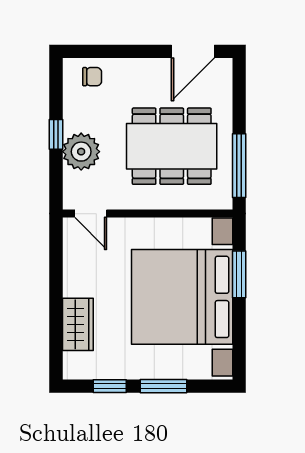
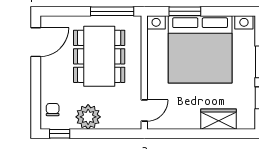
door: (193, 51) -> (36, 42), hinge flipped
window: (56, 134) -> (60, 134), moved
plant: (81, 152) -> (88, 117), moved

